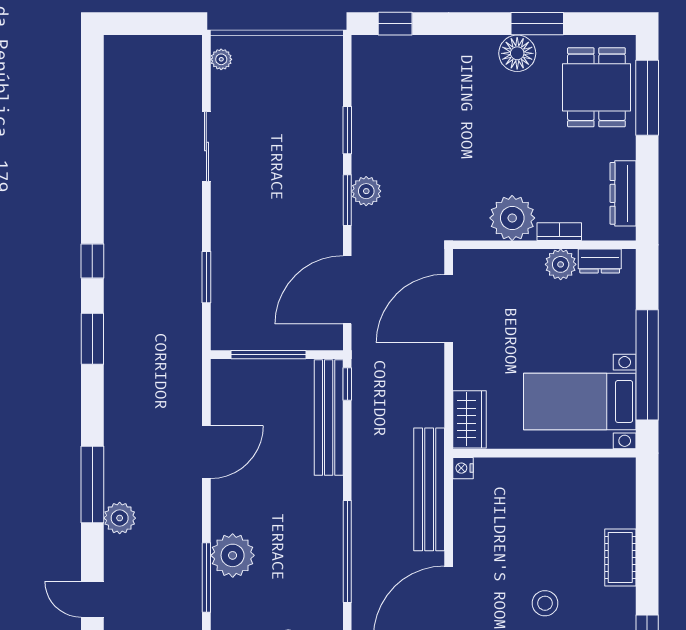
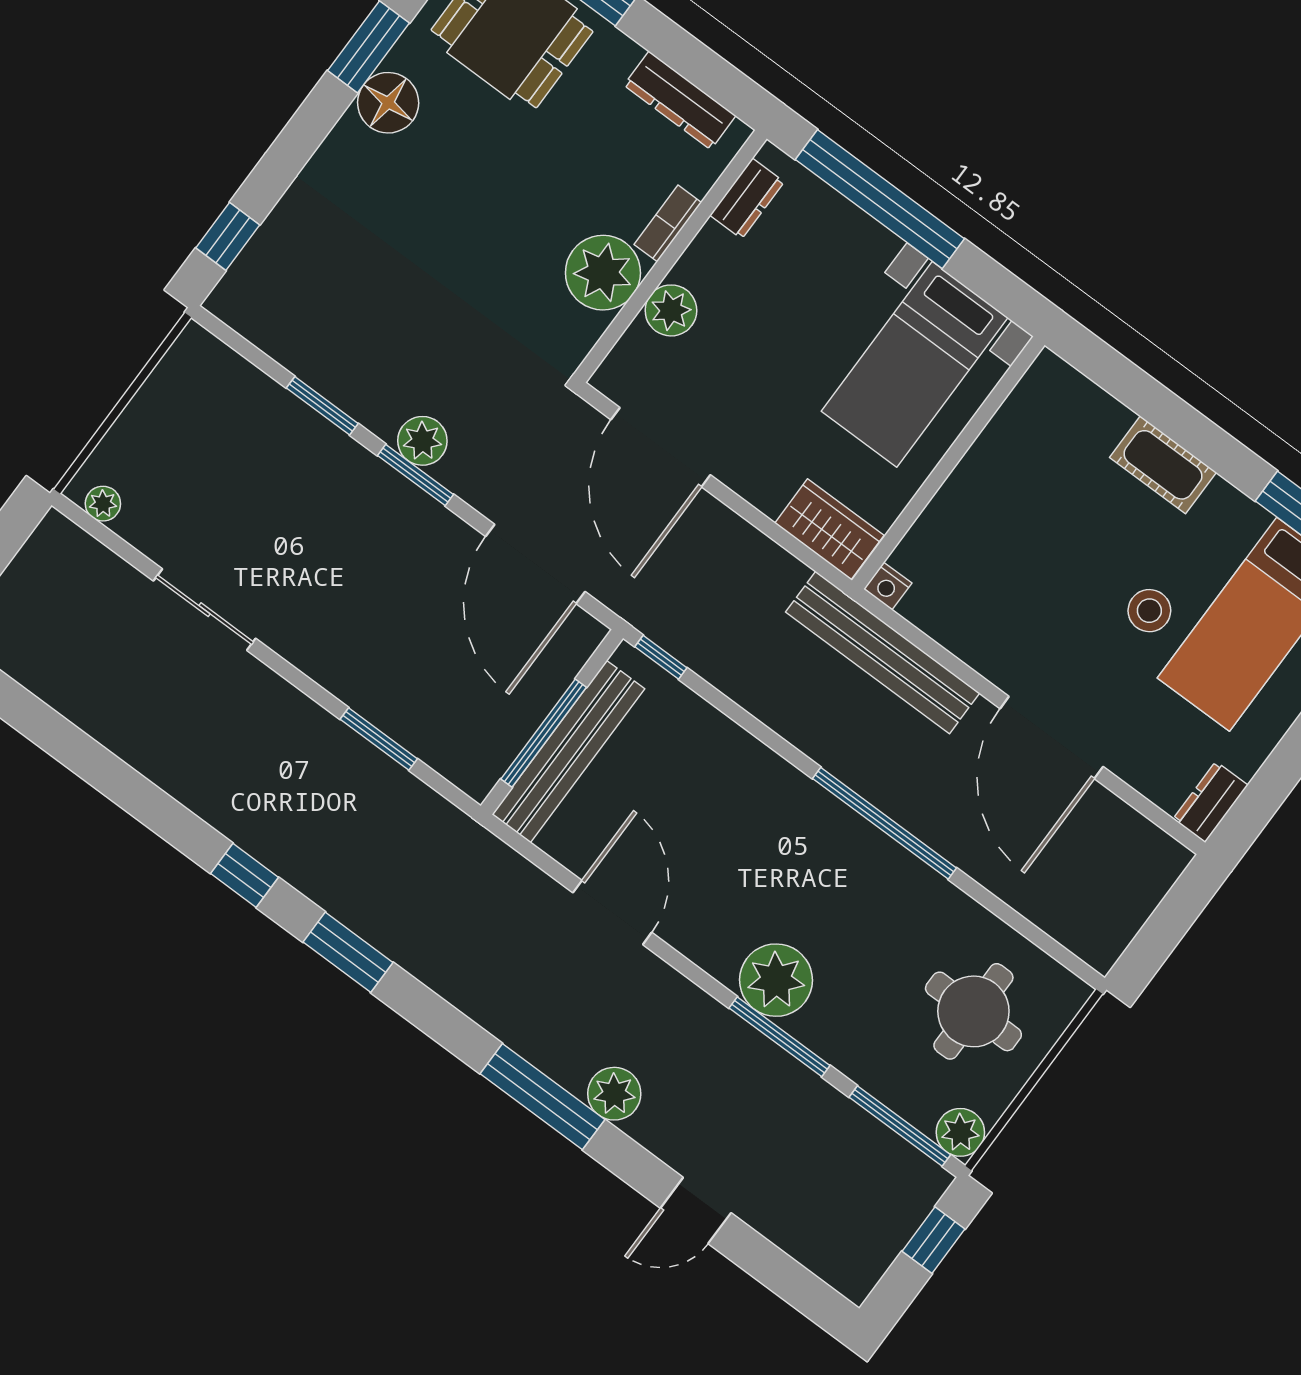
plant: (561, 264) -> (671, 310), moved
window: (647, 365) -> (880, 199), moved
bench: (329, 418) -> (568, 752), moved, turned 90

